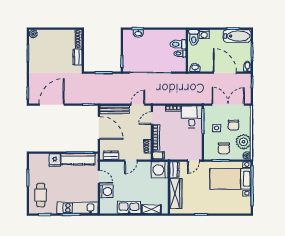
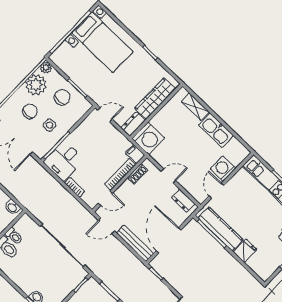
bed with nightstands: (231, 179) -> (102, 42), moved

